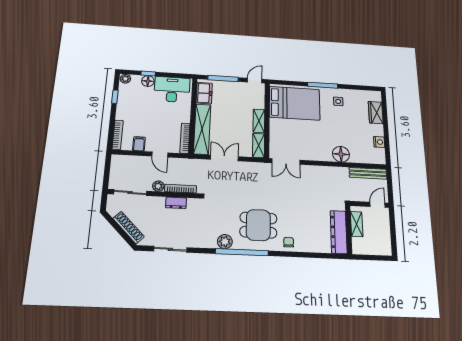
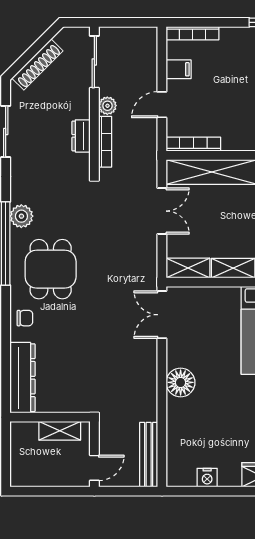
floor lamp: (341, 154) -> (181, 382), moved
door: (378, 205) -> (94, 468), hinge flipped
dresser: (339, 232) -> (22, 378), moved, turned 90

